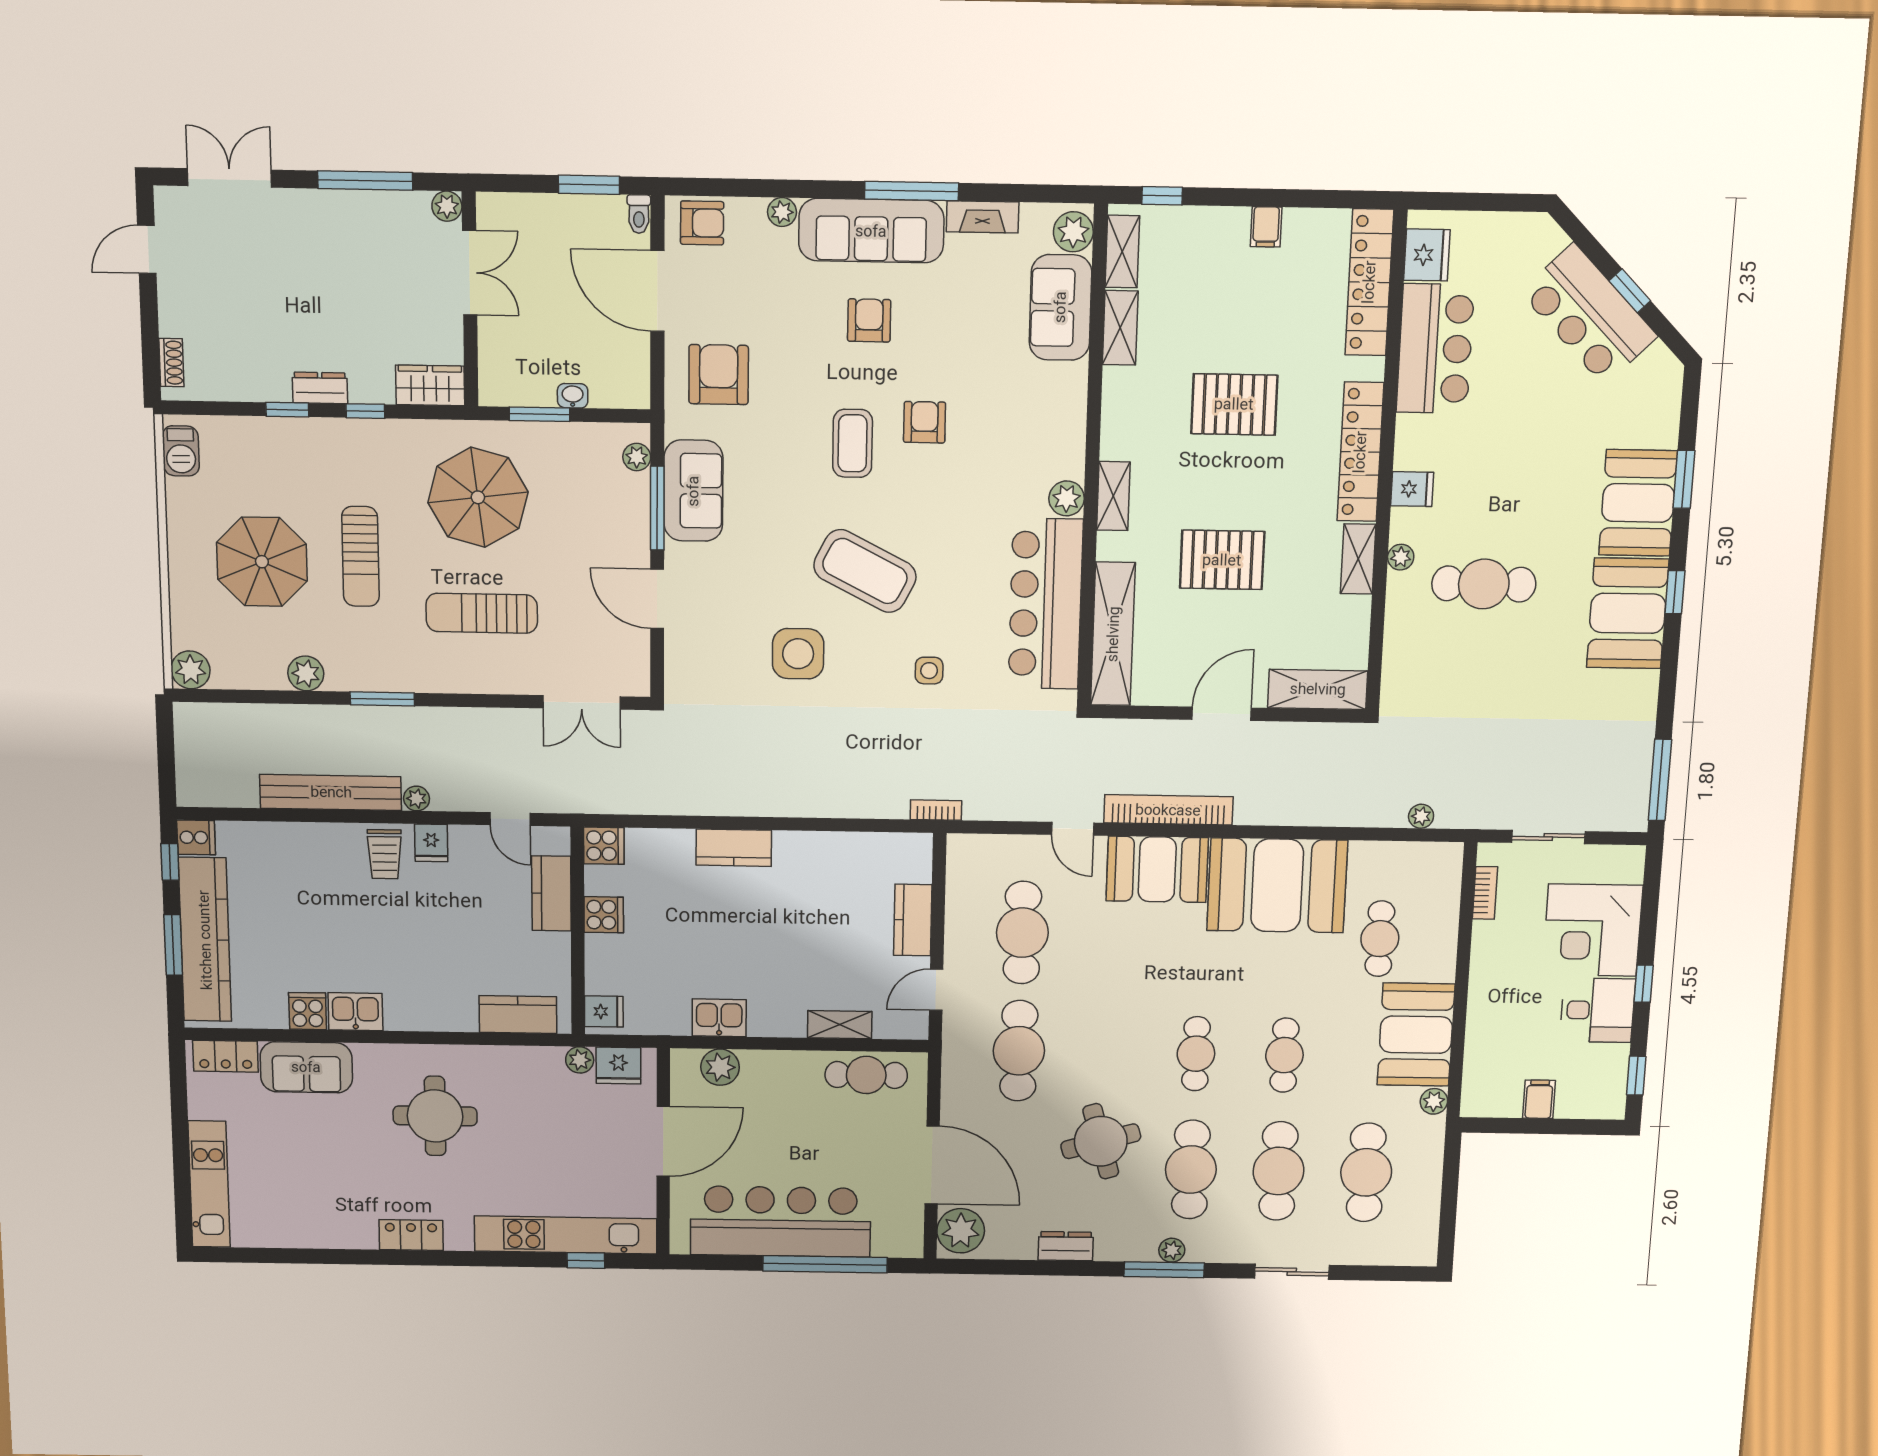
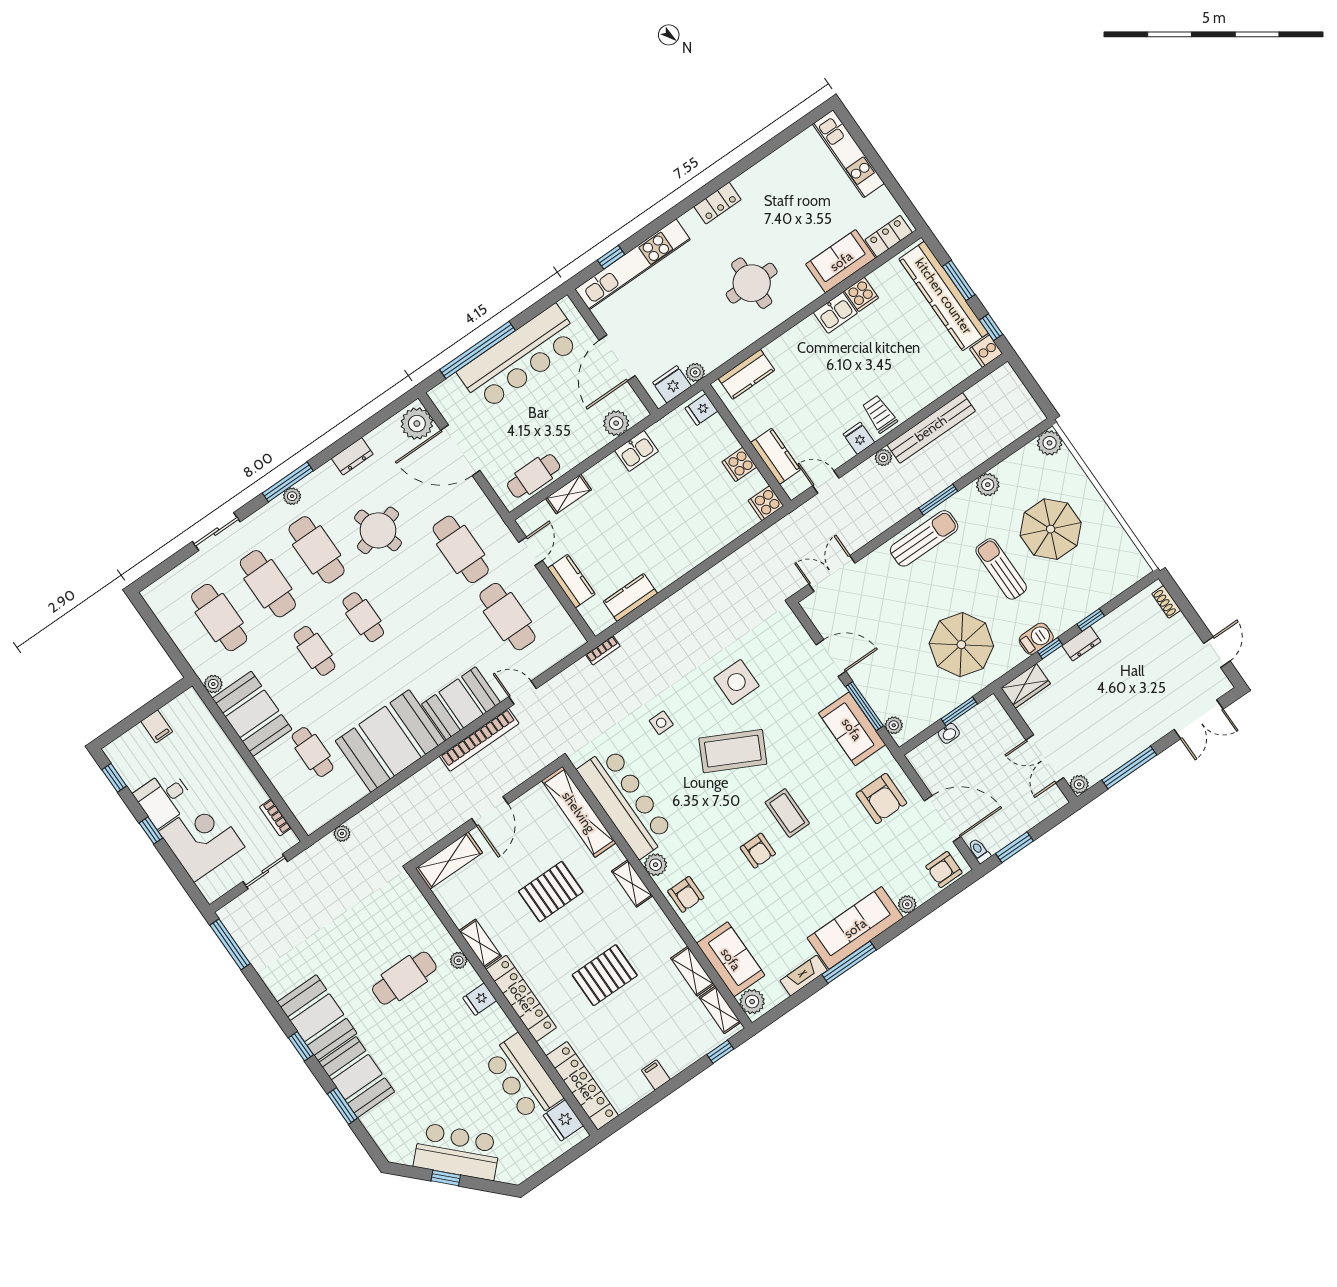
armchair: (869, 320) -> (686, 894), moved
barbecue: (181, 451) -> (1036, 639), moved, turned 90
sun lounger: (482, 613) -> (924, 538), moved
kitchen counter: (734, 848) -> (630, 597), moved

